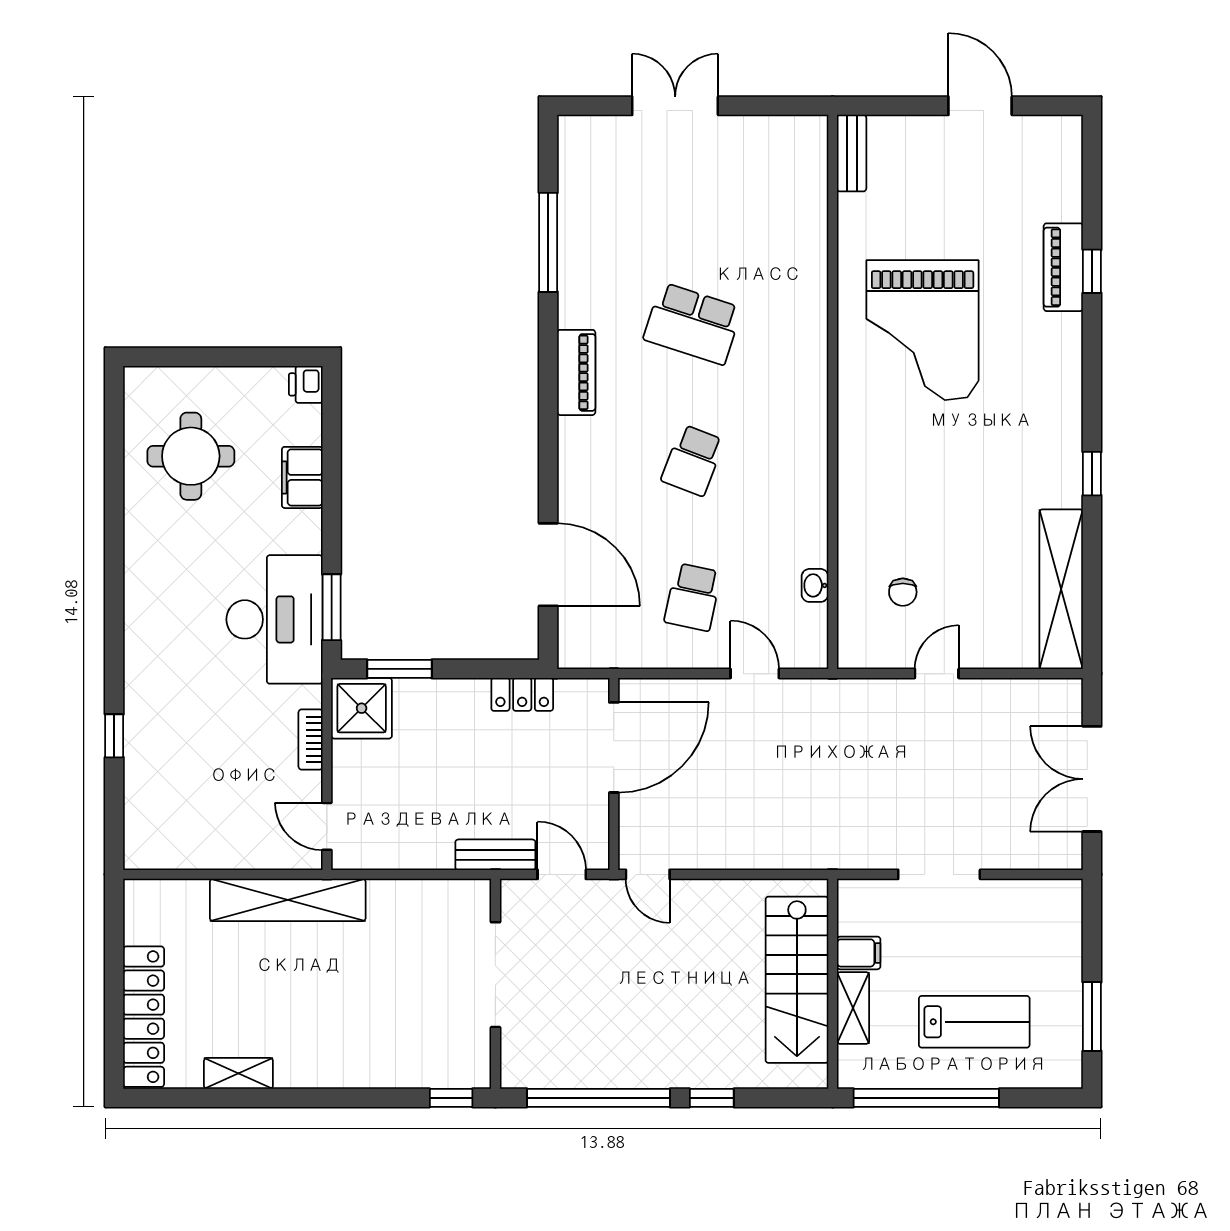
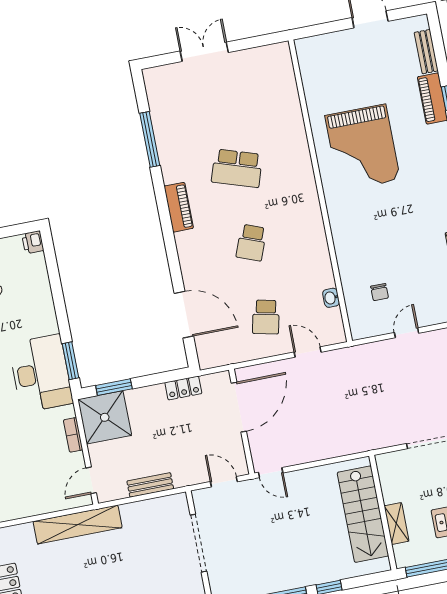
bench: (852, 153) -> (426, 52), moved
filing cabinet: (302, 477) -> (41, 293), removed
shower: (362, 708) -> (105, 417), width x1.37, depth x1.37
door: (327, 826) -> (91, 480), hinge flipped
bench: (495, 855) -> (150, 485), moved
filing cabinet: (859, 953) -> (394, 493), removed

